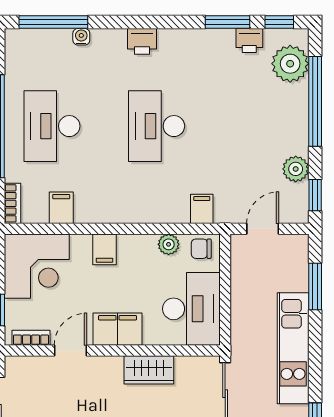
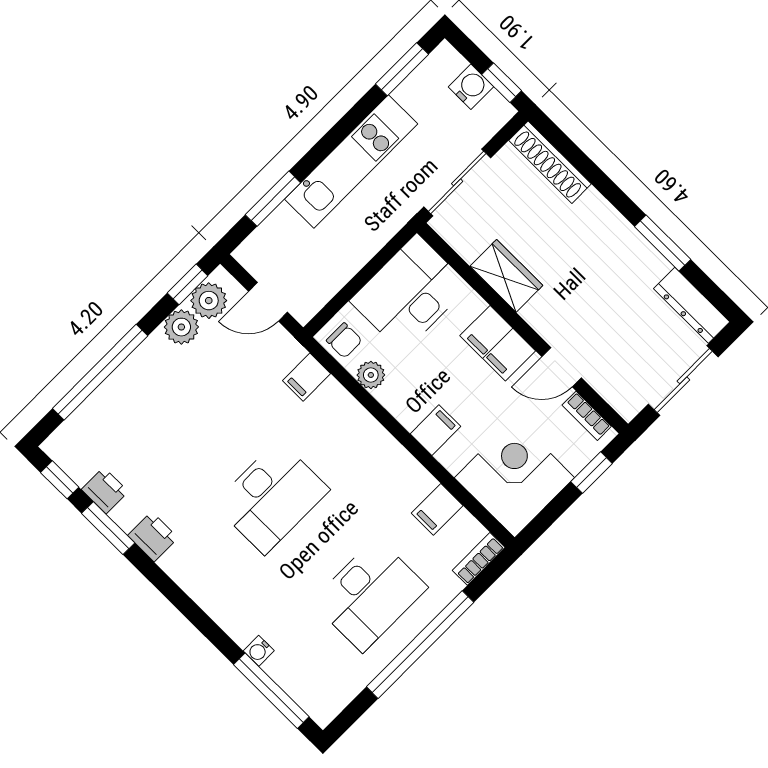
printer: (142, 41) -> (153, 537), moved
plant: (290, 64) -> (209, 301), moved, width x0.73, depth x0.73

